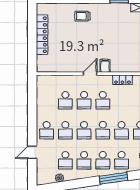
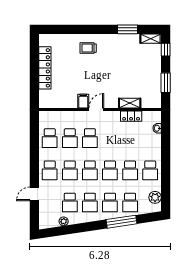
filing cabinet: (105, 66) -> (83, 101), moved
shelving: (121, 68) -> (130, 103), added
school desk: (103, 100) -> (50, 138), moved

